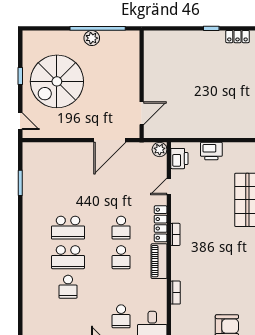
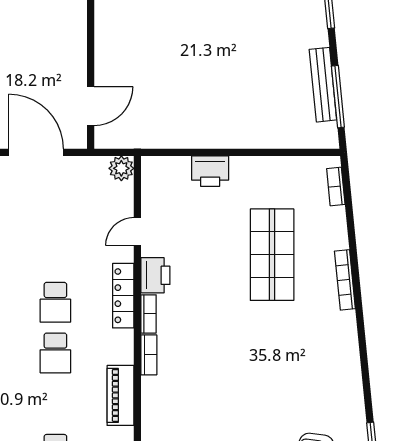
door: (110, 140) -> (36, 152), swing flipped
printer: (179, 159) -> (155, 275), moved
piano: (159, 261) -> (120, 395), moved
bookcase: (176, 293) -> (149, 355), moved

